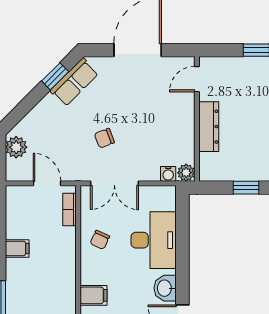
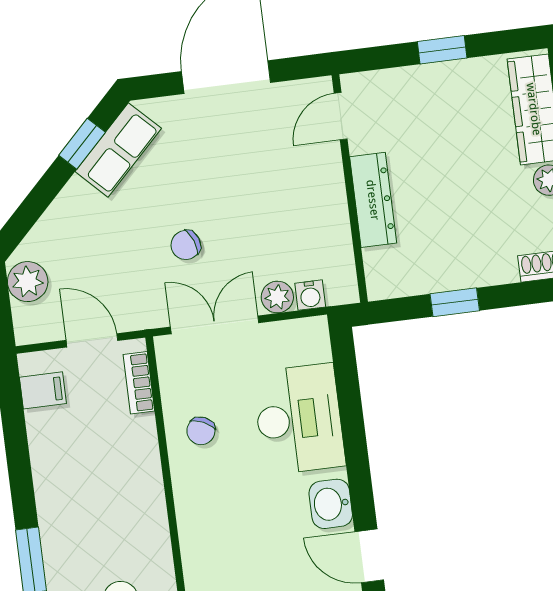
plant: (186, 173) -> (277, 297), moved
double door: (114, 183) -> (215, 325), swing flipped
filing cabinet: (17, 248) -> (43, 390), moved
filing cabinet: (94, 295) -> (202, 533), removed

